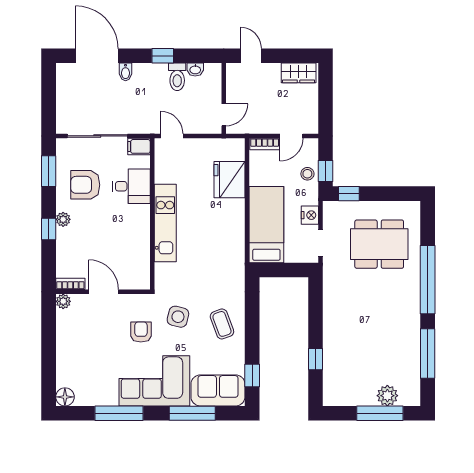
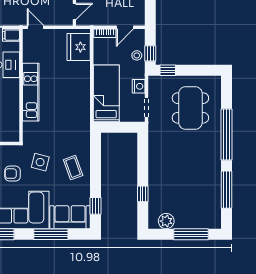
fridge: (230, 180) -> (79, 47), moved
dining table: (379, 244) -> (190, 108), turned 90
armchair: (141, 332) -> (13, 174), turned -90
plant: (387, 396) -> (166, 221), moved

